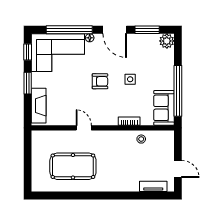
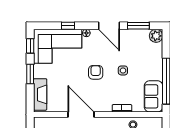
window: (69, 30) -> (68, 26), width x0.32
armchair: (100, 81) -> (96, 72), turned -90
door: (84, 128) -> (81, 115), width x1.88

